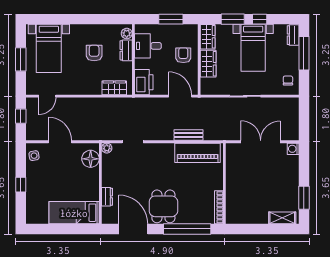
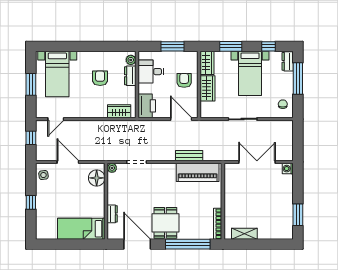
window: (260, 19) -> (268, 46), moved
shelving: (282, 218) -> (244, 234), moved

